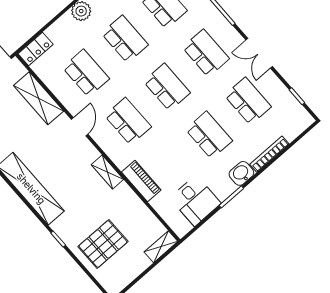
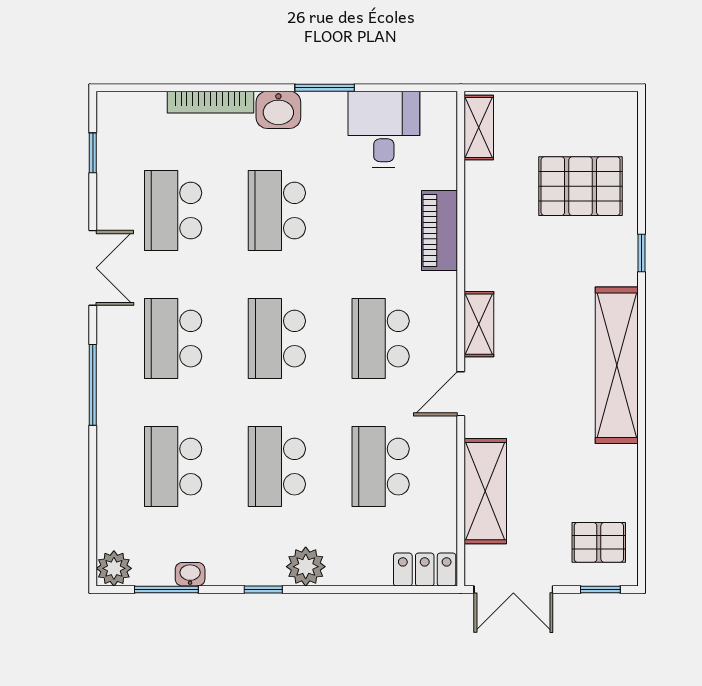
shelving: (107, 172) -> (479, 324), moved
shelving: (161, 247) -> (479, 128), moved, turned 90

